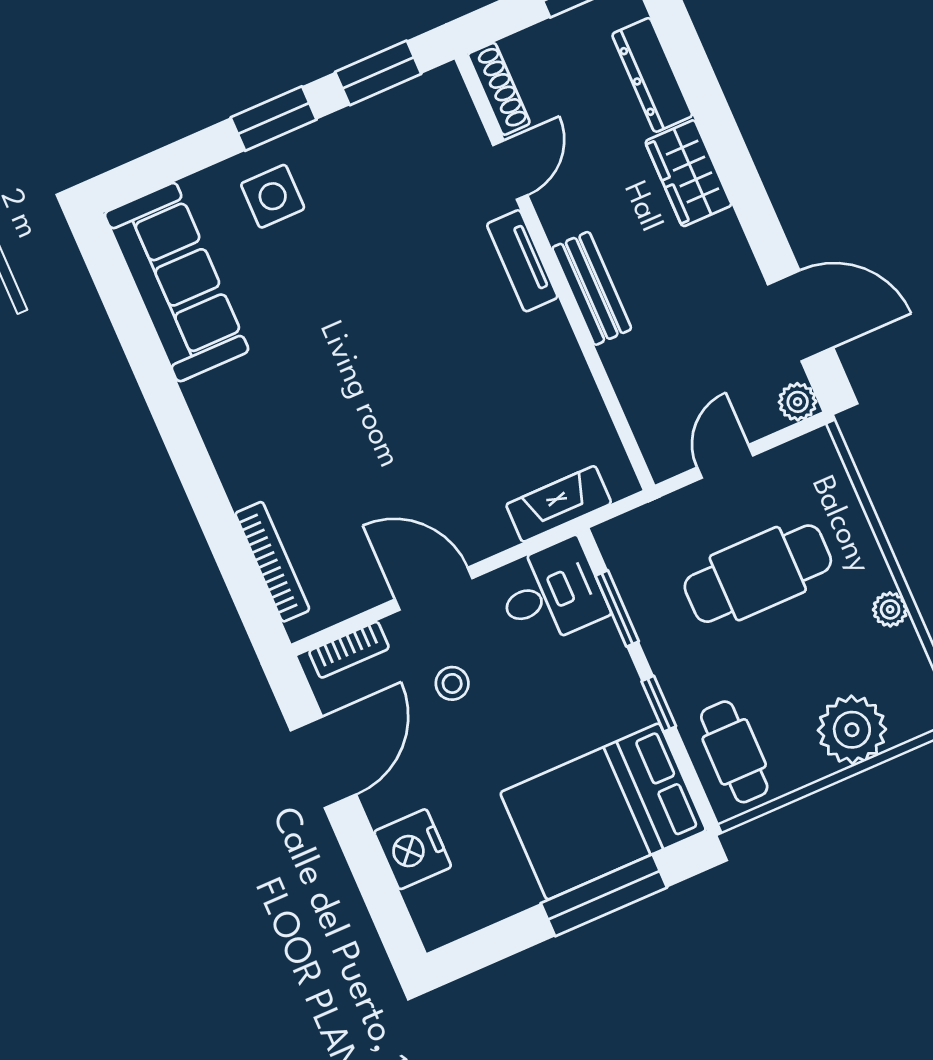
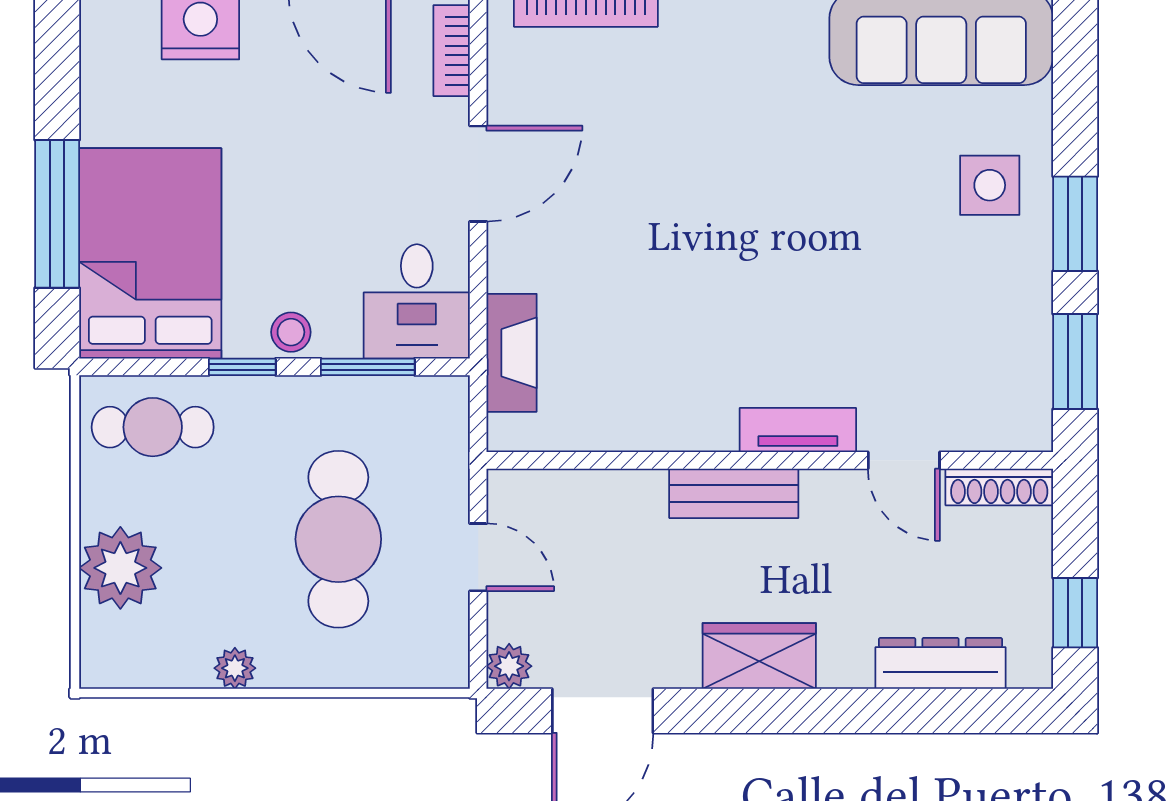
wardrobe: (688, 173) -> (759, 656), moved
stool: (452, 683) -> (291, 332), moved

